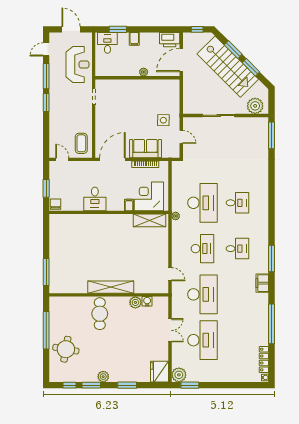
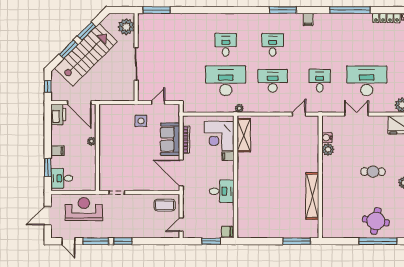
filing cabinet: (262, 283) -> (308, 19), width x0.50
shelving: (111, 287) -> (312, 196), moved
desk: (202, 294) -> (320, 81), width x0.53, depth x0.77
cafe table: (100, 314) -> (373, 172), moved, width x0.73, depth x0.74
window: (46, 330) -> (378, 241), moved

